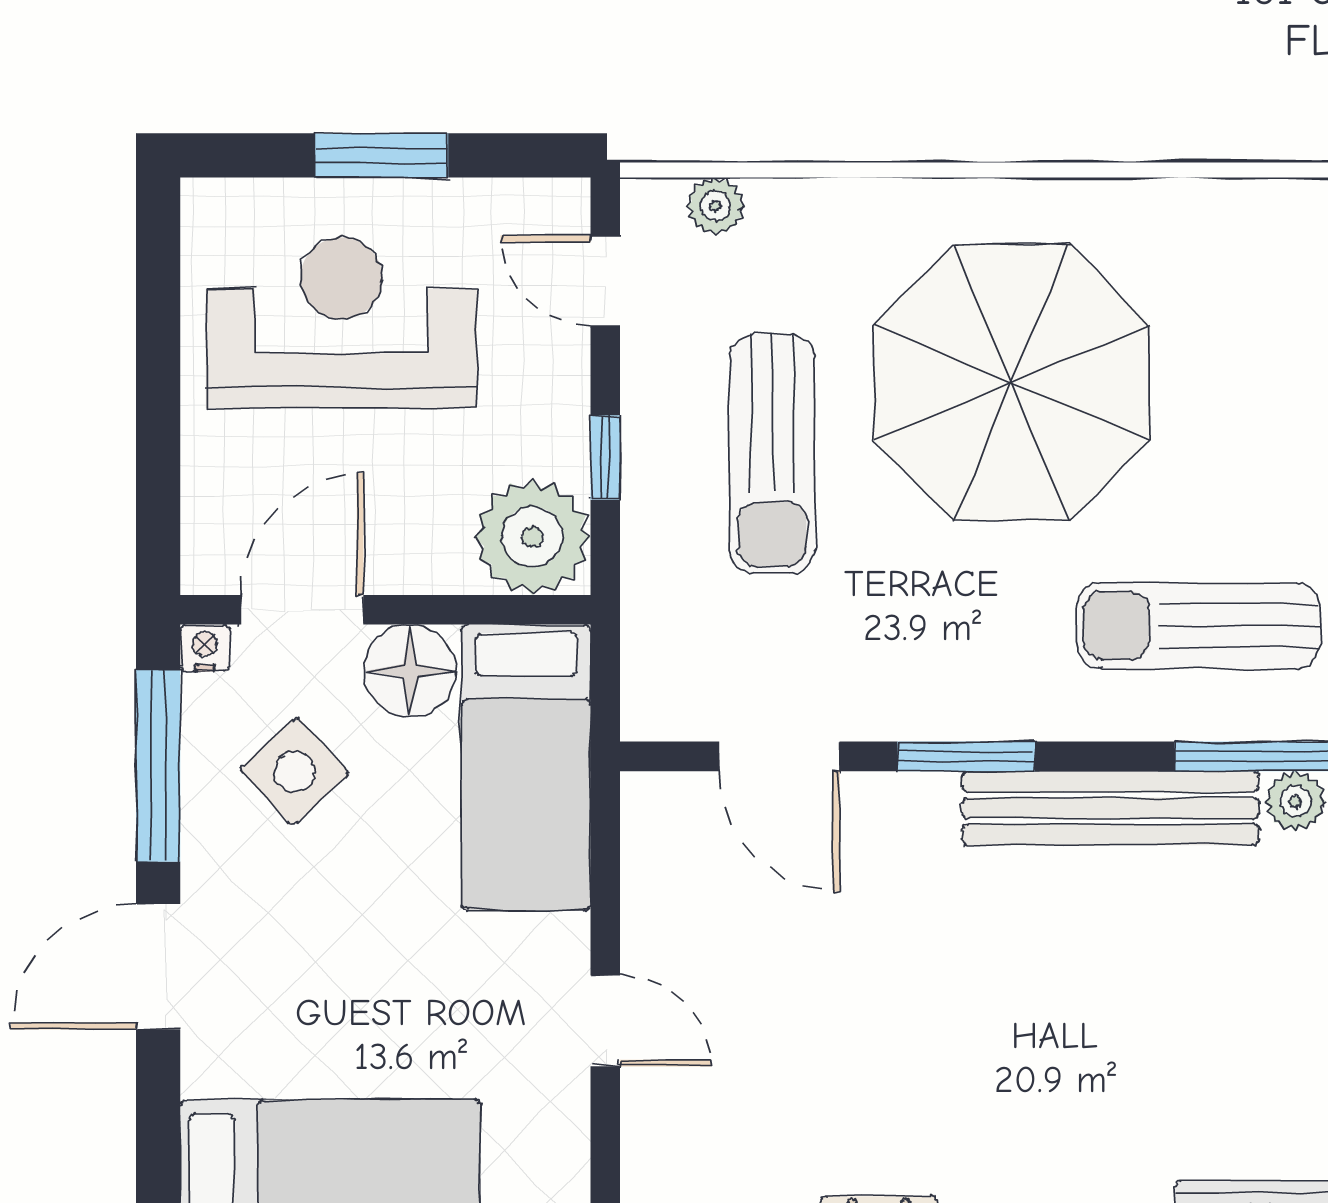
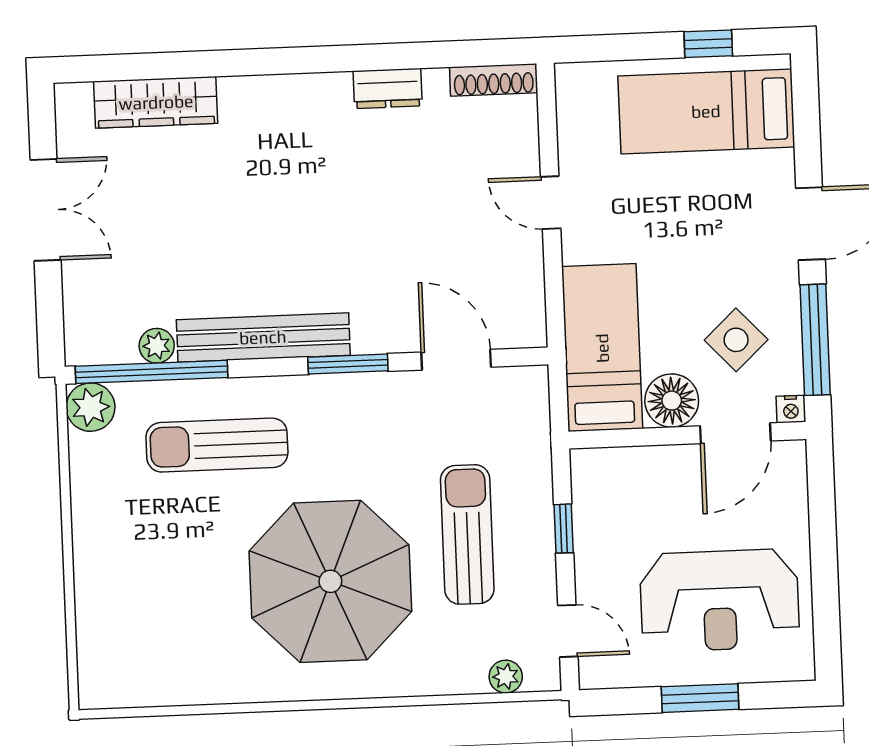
plant: (532, 537) -> (604, 481), removed
sun lounger: (1198, 626) -> (217, 445), turned 180

